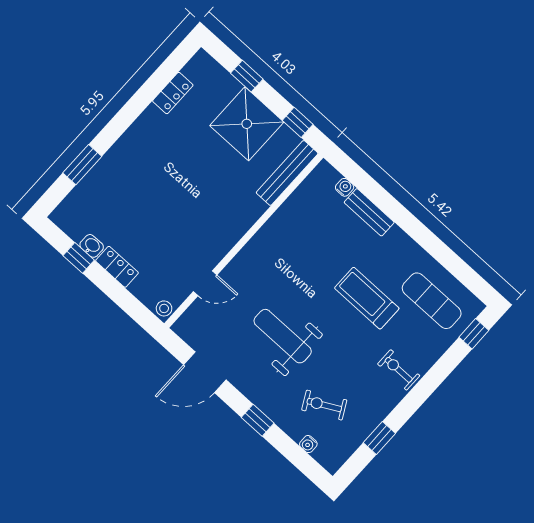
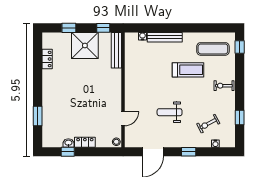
bench: (369, 212) -> (165, 37), width x1.36
treadmill: (367, 298) -> (188, 70), turned 180
weight bench: (283, 336) -> (170, 112), width x0.73, depth x0.75

